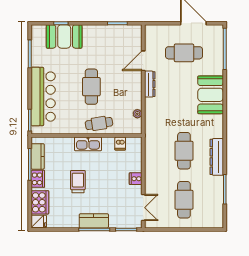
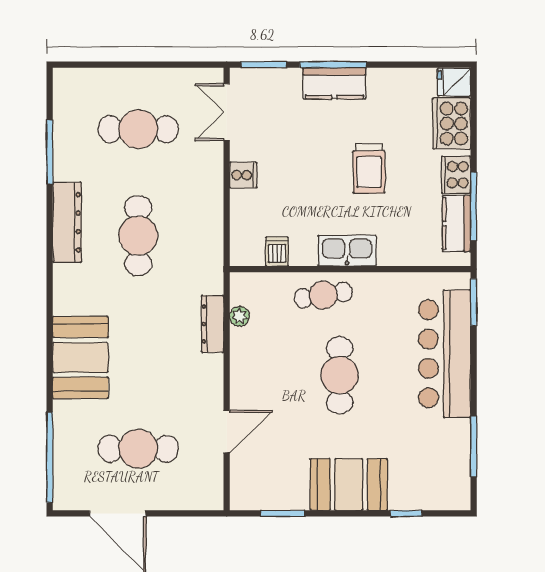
booth: (64, 36) -> (349, 485), moved
dresser: (150, 84) -> (213, 324), moved
cafe table: (184, 200) -> (138, 129), turned 90

